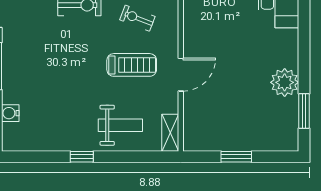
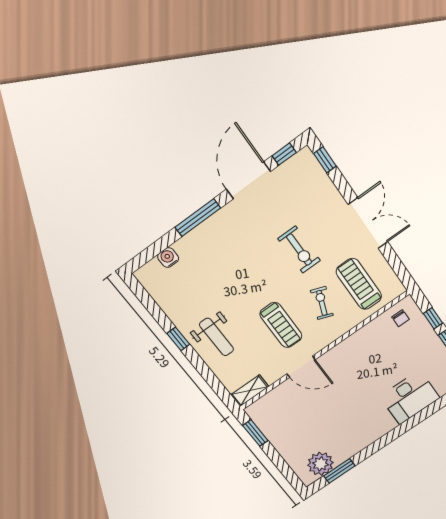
plant: (285, 82) -> (320, 464), moved
weight bench: (120, 125) -> (217, 337), moved
window: (236, 157) -> (255, 433), moved

